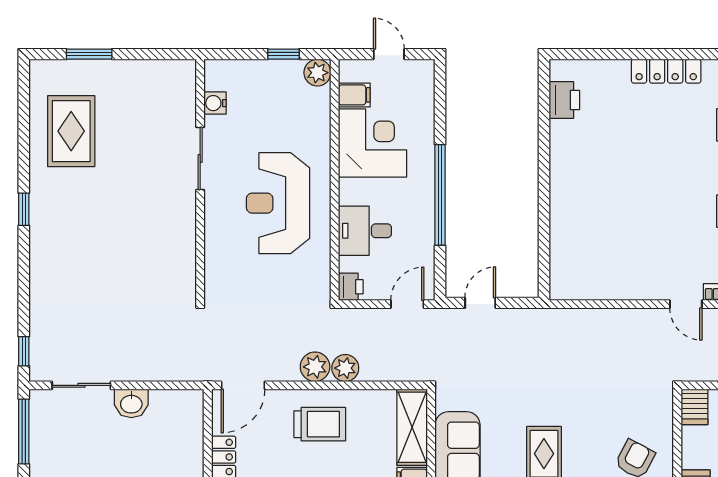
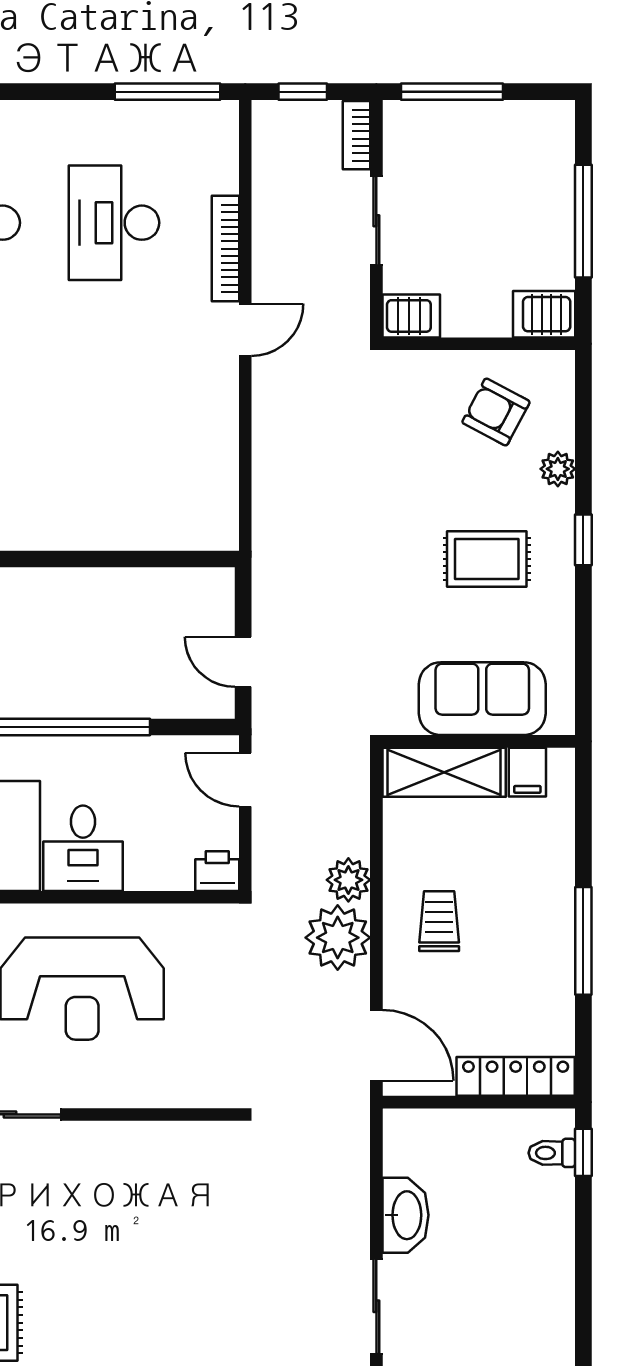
desk: (365, 231) -> (83, 848), moved
plant: (315, 367) -> (338, 938), width x1.36, depth x1.36
washbasin: (131, 403) -> (405, 1215), width x1.38
trolley: (320, 424) -> (439, 921), width x0.73, depth x0.72

